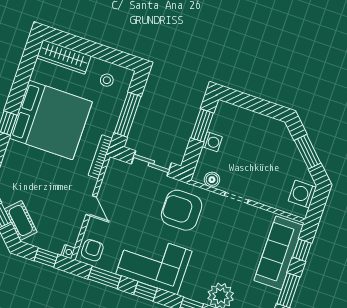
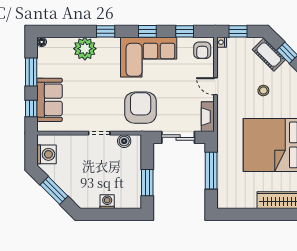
stool: (107, 80) -> (263, 91), moved
washing machine: (212, 142) -> (107, 202), moved, turned 90
bookcase: (100, 157) -> (222, 129), removed
fireplace: (111, 175) -> (208, 117), added
armchair: (182, 210) -> (141, 108), turned -90
sofa: (279, 253) -> (49, 100), width x0.73
window: (105, 277) -> (185, 31), width x0.67

